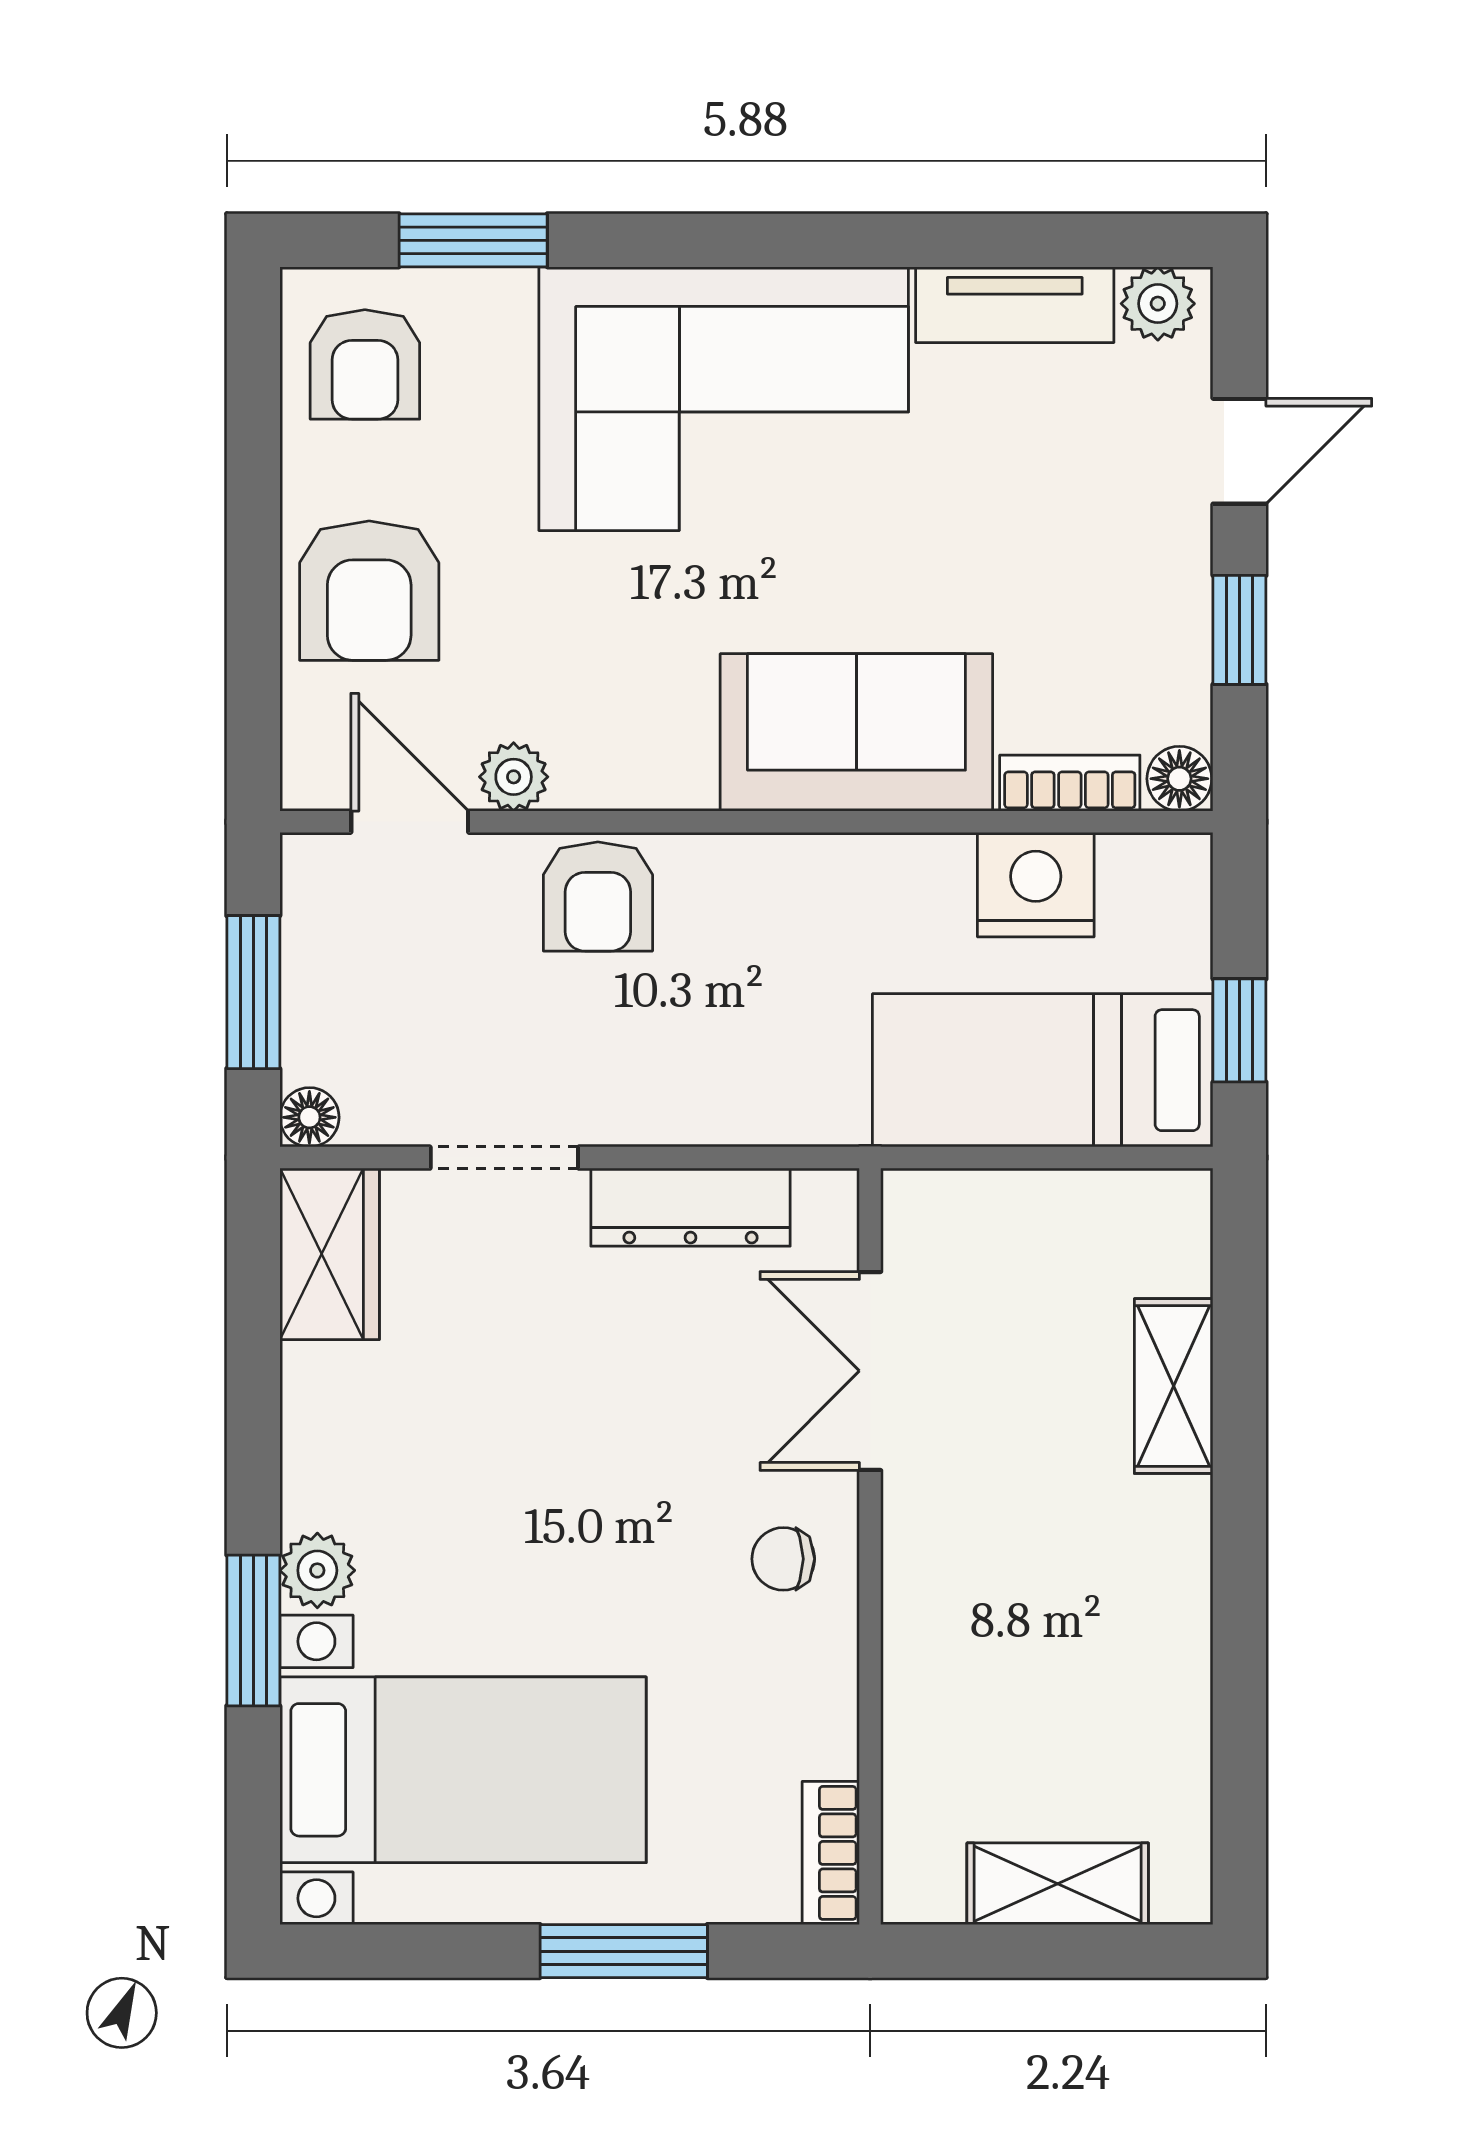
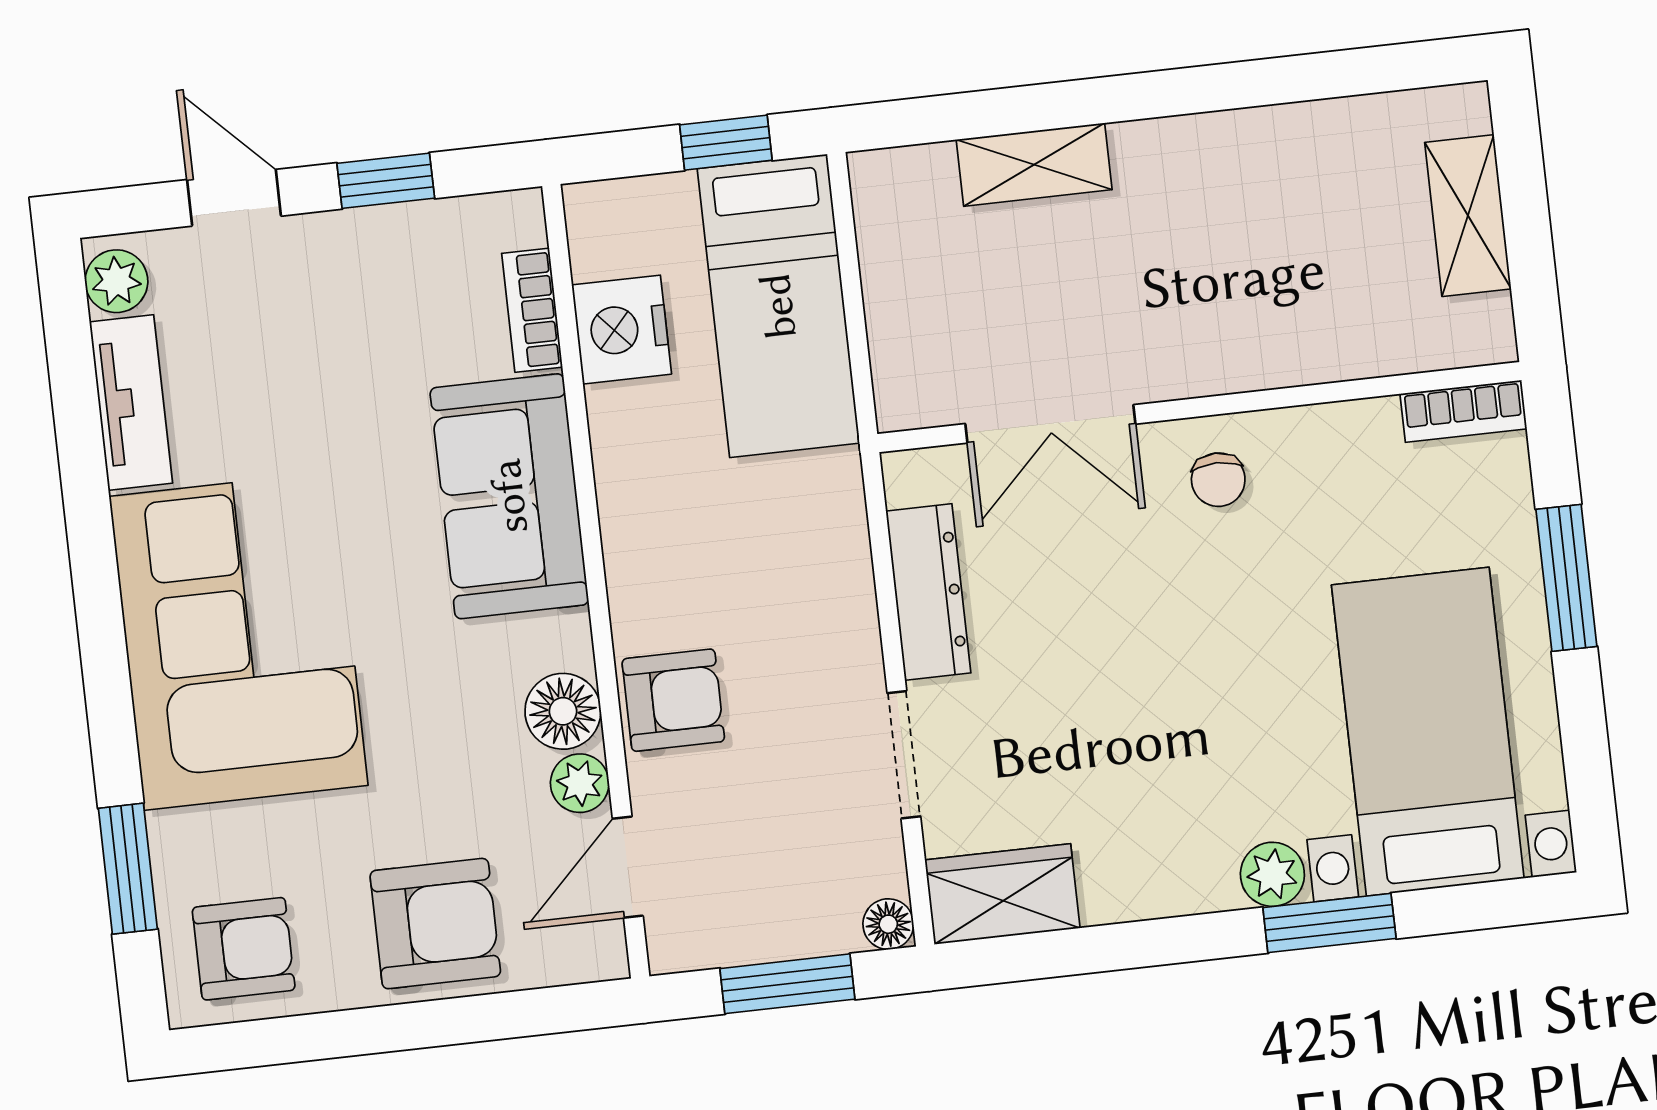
floor lamp: (1179, 779) -> (563, 711), moved, width x1.37, depth x1.37

